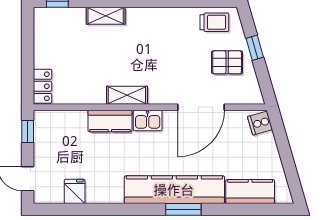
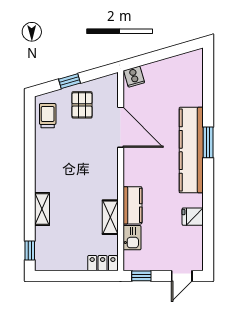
shelving: (127, 95) -> (110, 217), moved
kitchen sink: (148, 120) -> (132, 238), moved
fridge: (75, 191) -> (193, 217), moved
kitchen counter: (250, 192) -> (193, 85), removed

